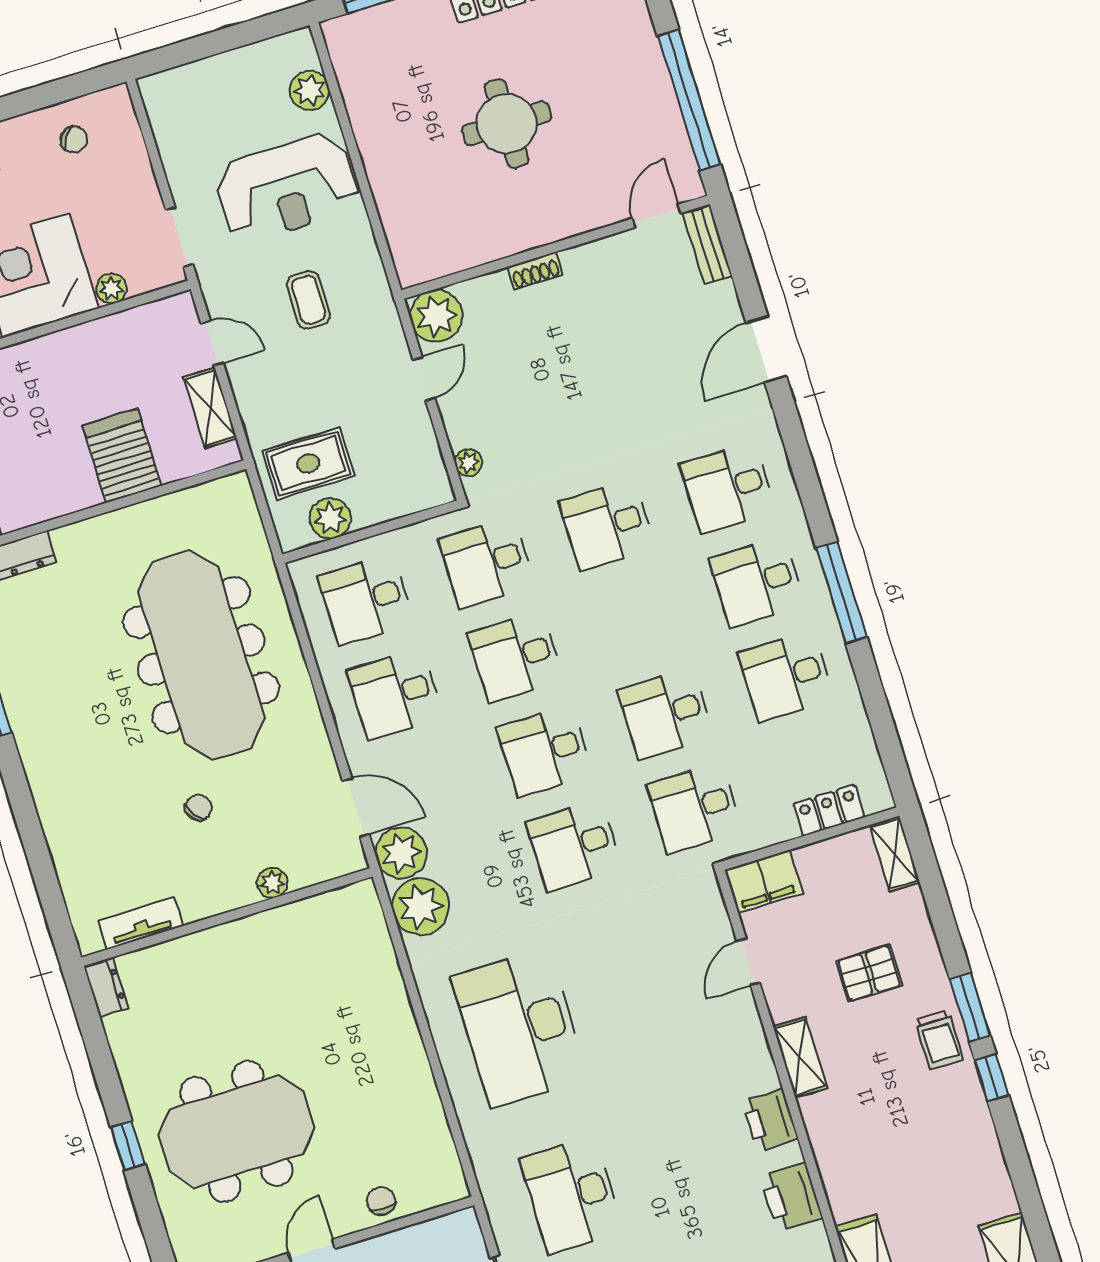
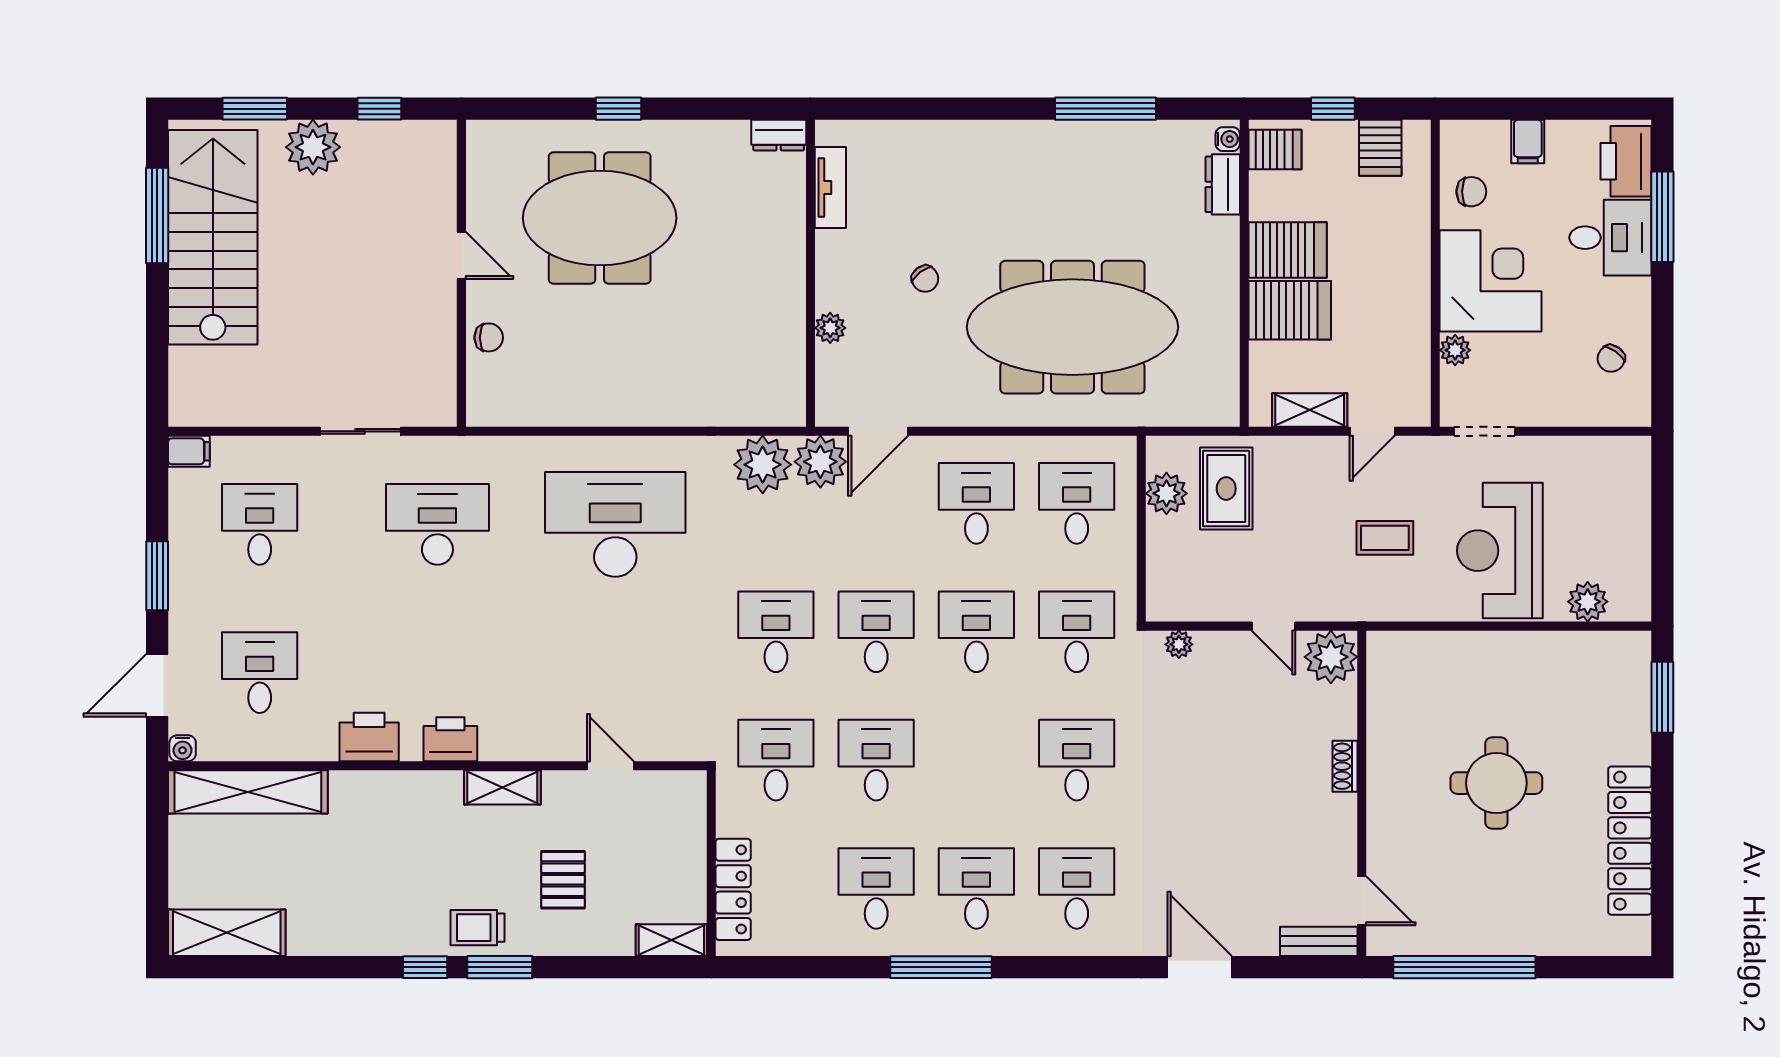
server rack: (66, 475) -> (1288, 250), added
locker: (829, 810) -> (733, 889), width x1.53
filing cabinet: (764, 882) -> (684, 805), removed
meeting table: (236, 1131) -> (600, 218), turned 90

